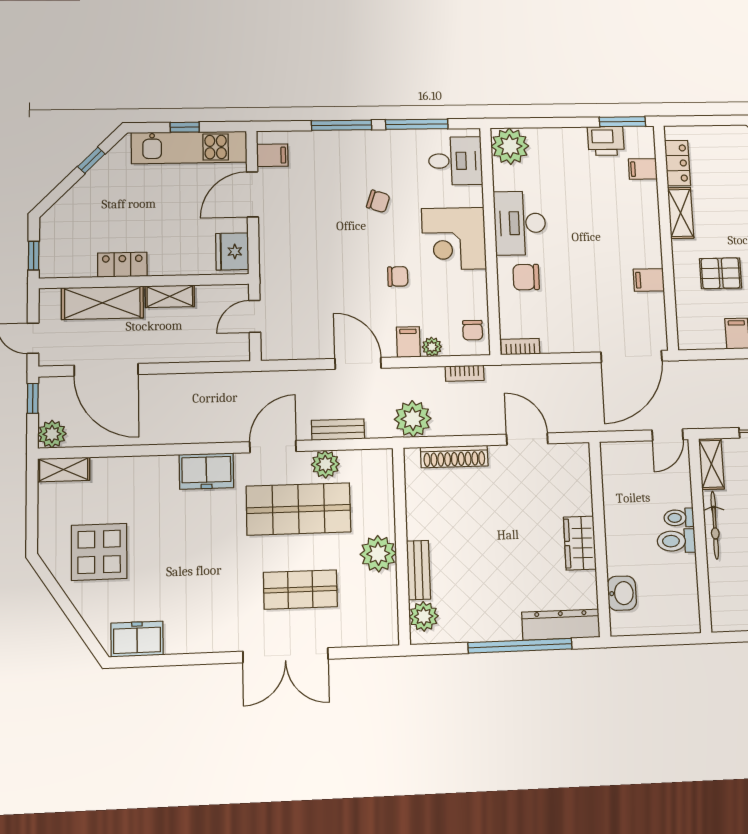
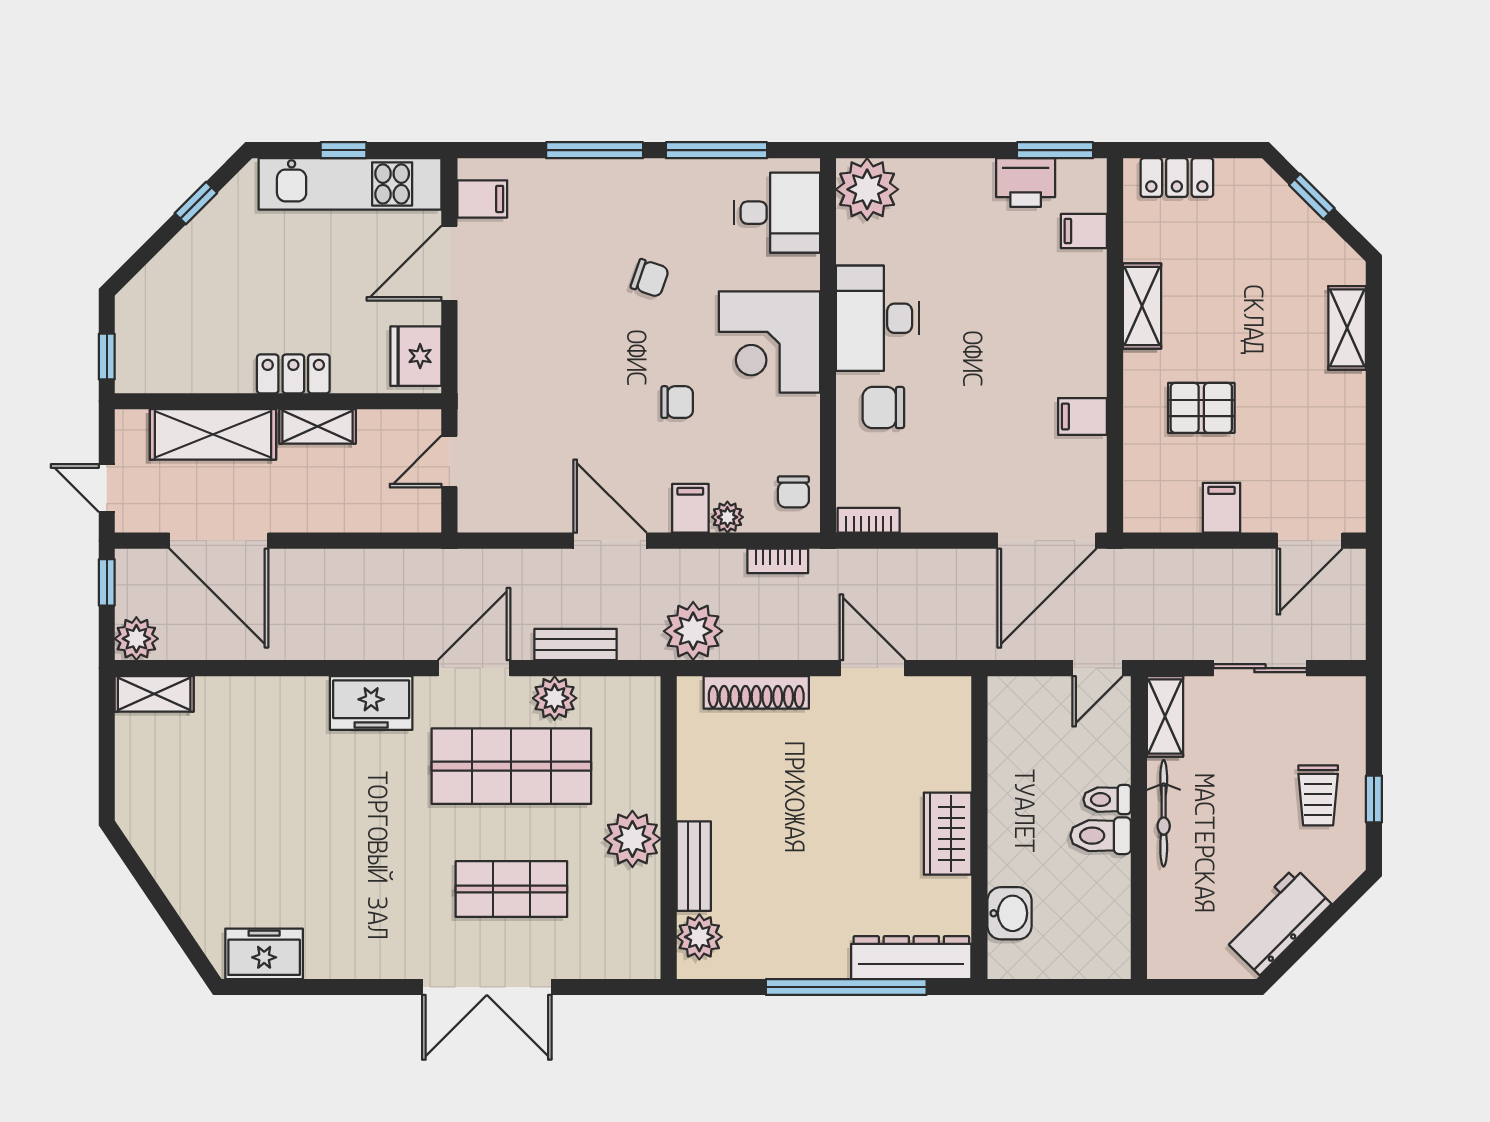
locker: (677, 163) -> (1177, 178), moved, turned 90
locker: (122, 265) -> (293, 374), moved
display table: (99, 552) -> (208, 821), removed

